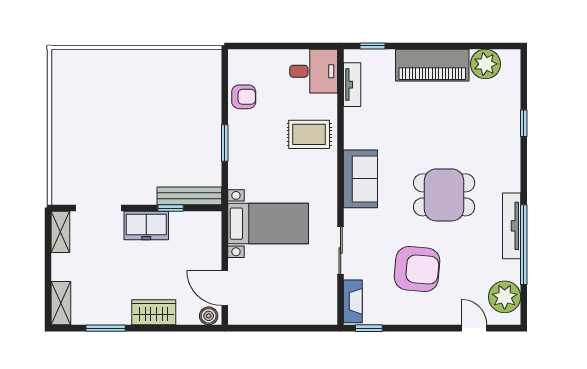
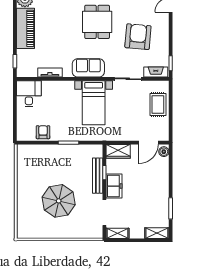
tv unit: (352, 85) -> (50, 72), moved
parasol: (119, 125) -> (59, 201), added
rug: (309, 134) -> (158, 104), moved
bench: (189, 196) -> (98, 176), moved
bed with nightstands: (268, 224) -> (94, 103), moved, turned 180
wardrobe: (154, 312) -> (118, 151), moved, turned -90

